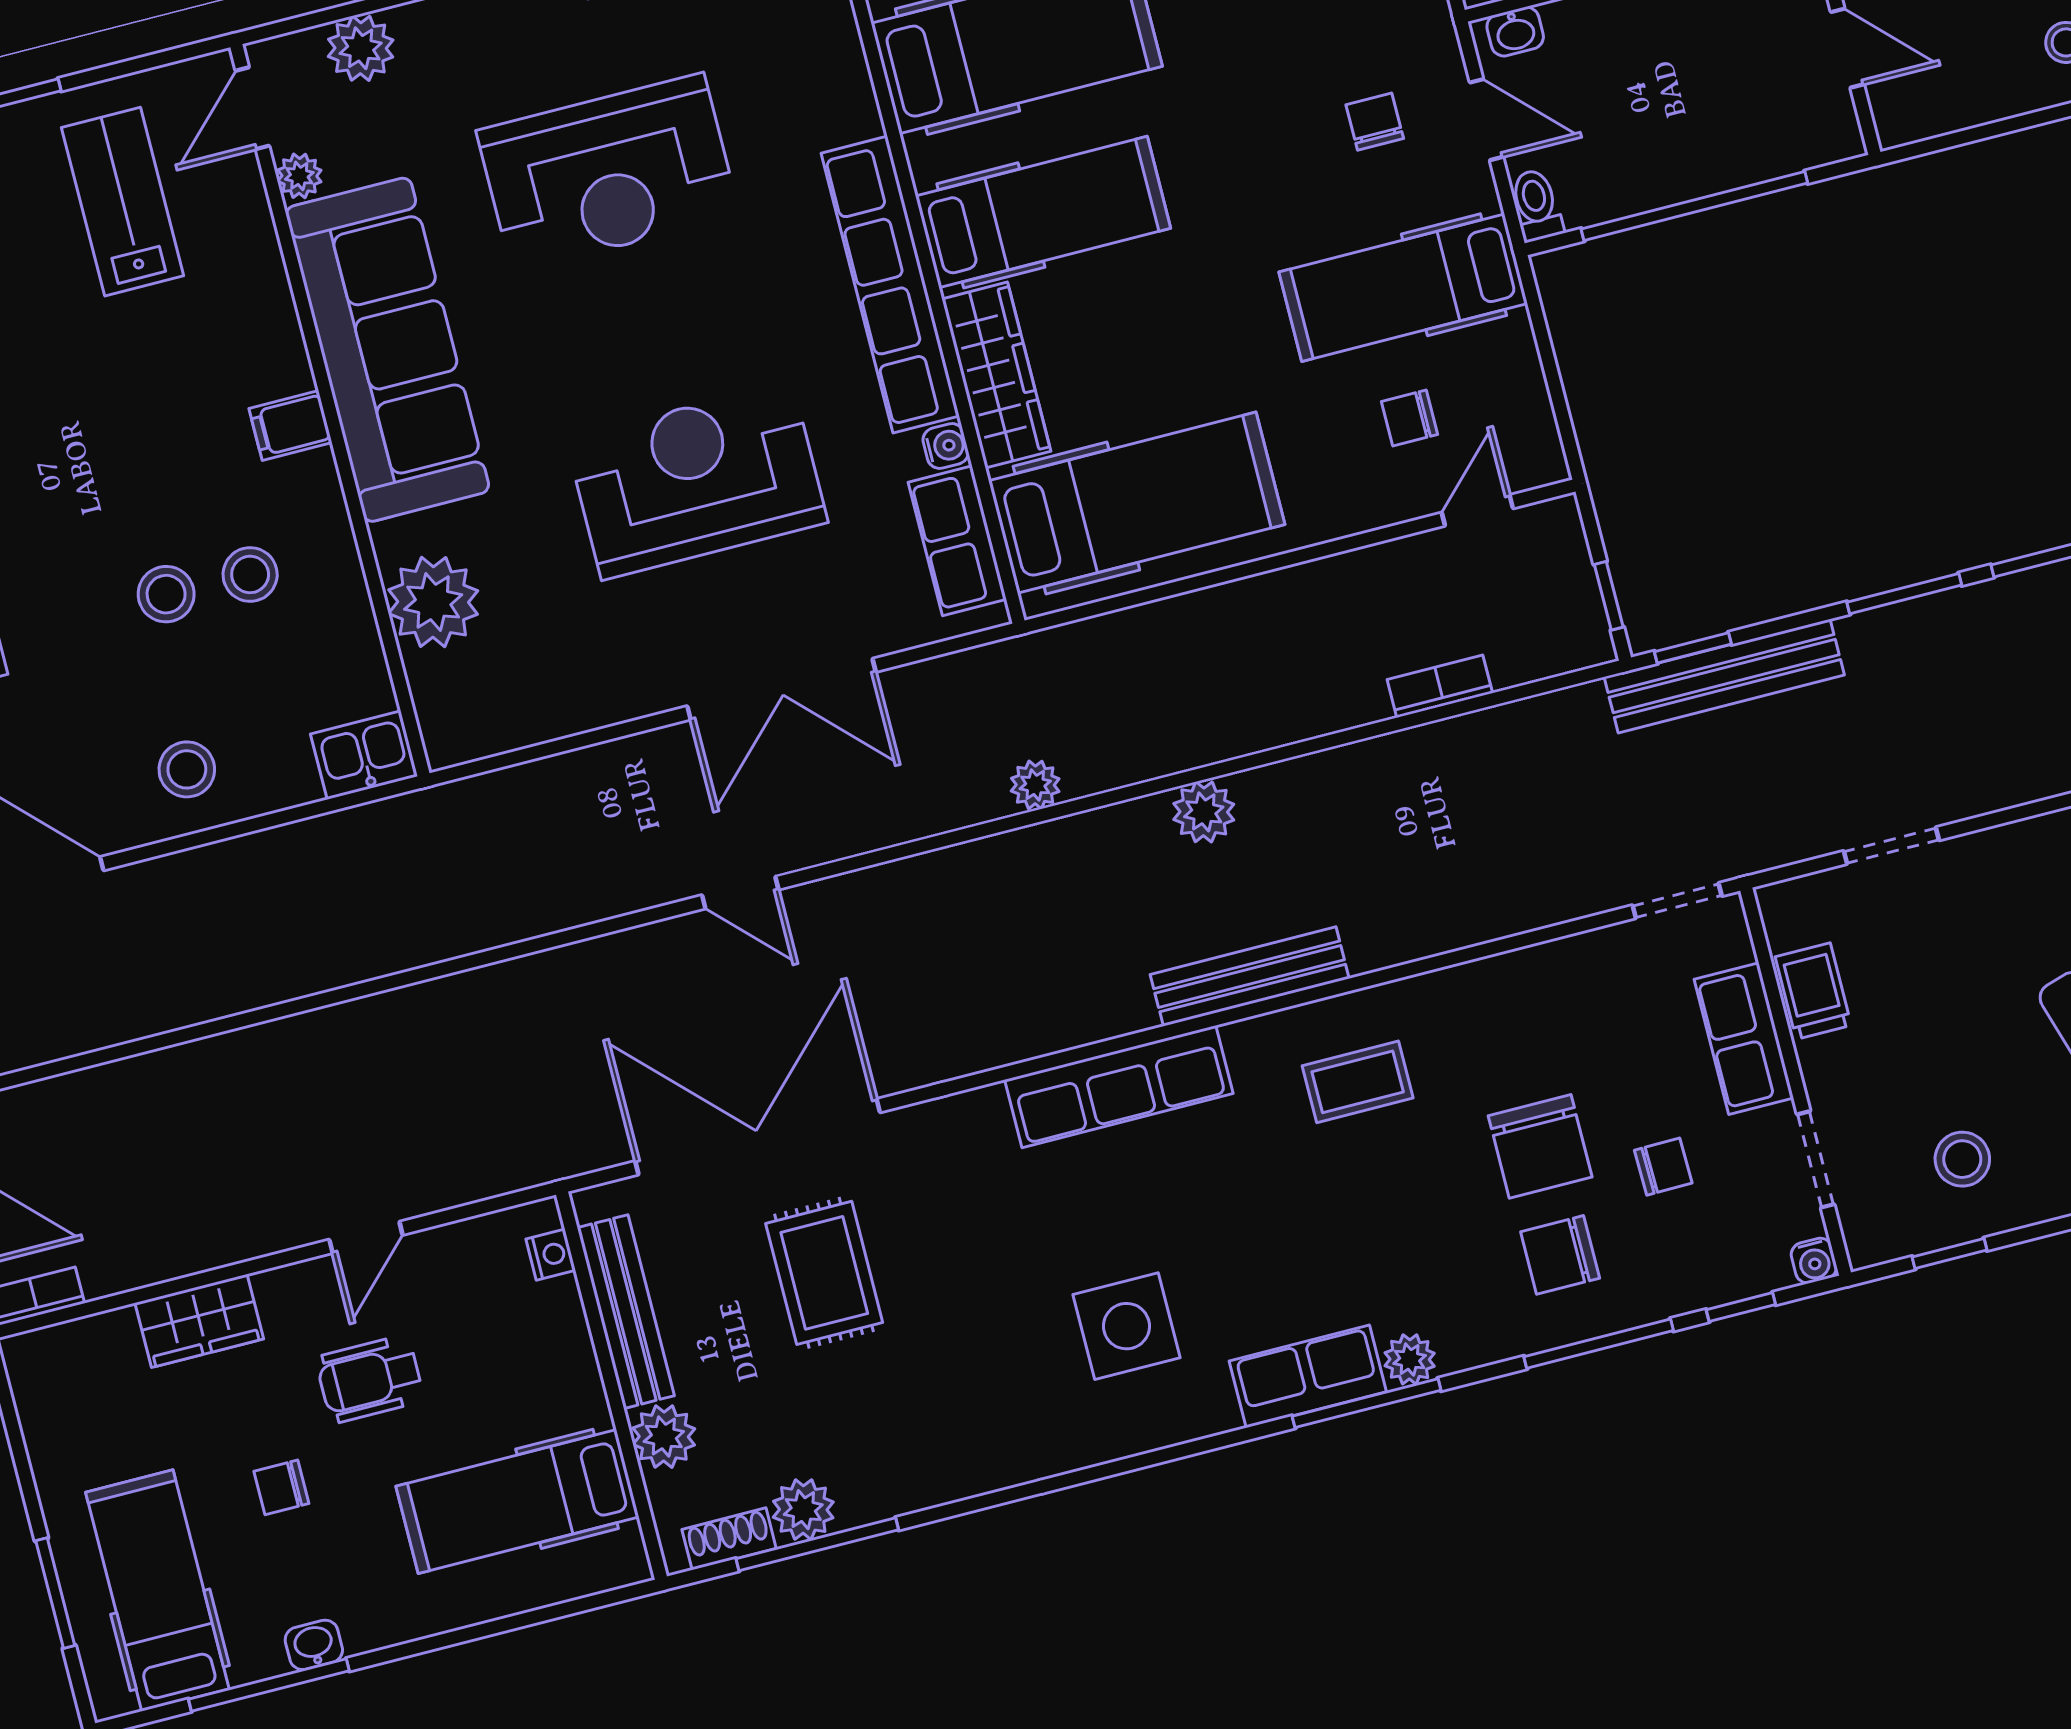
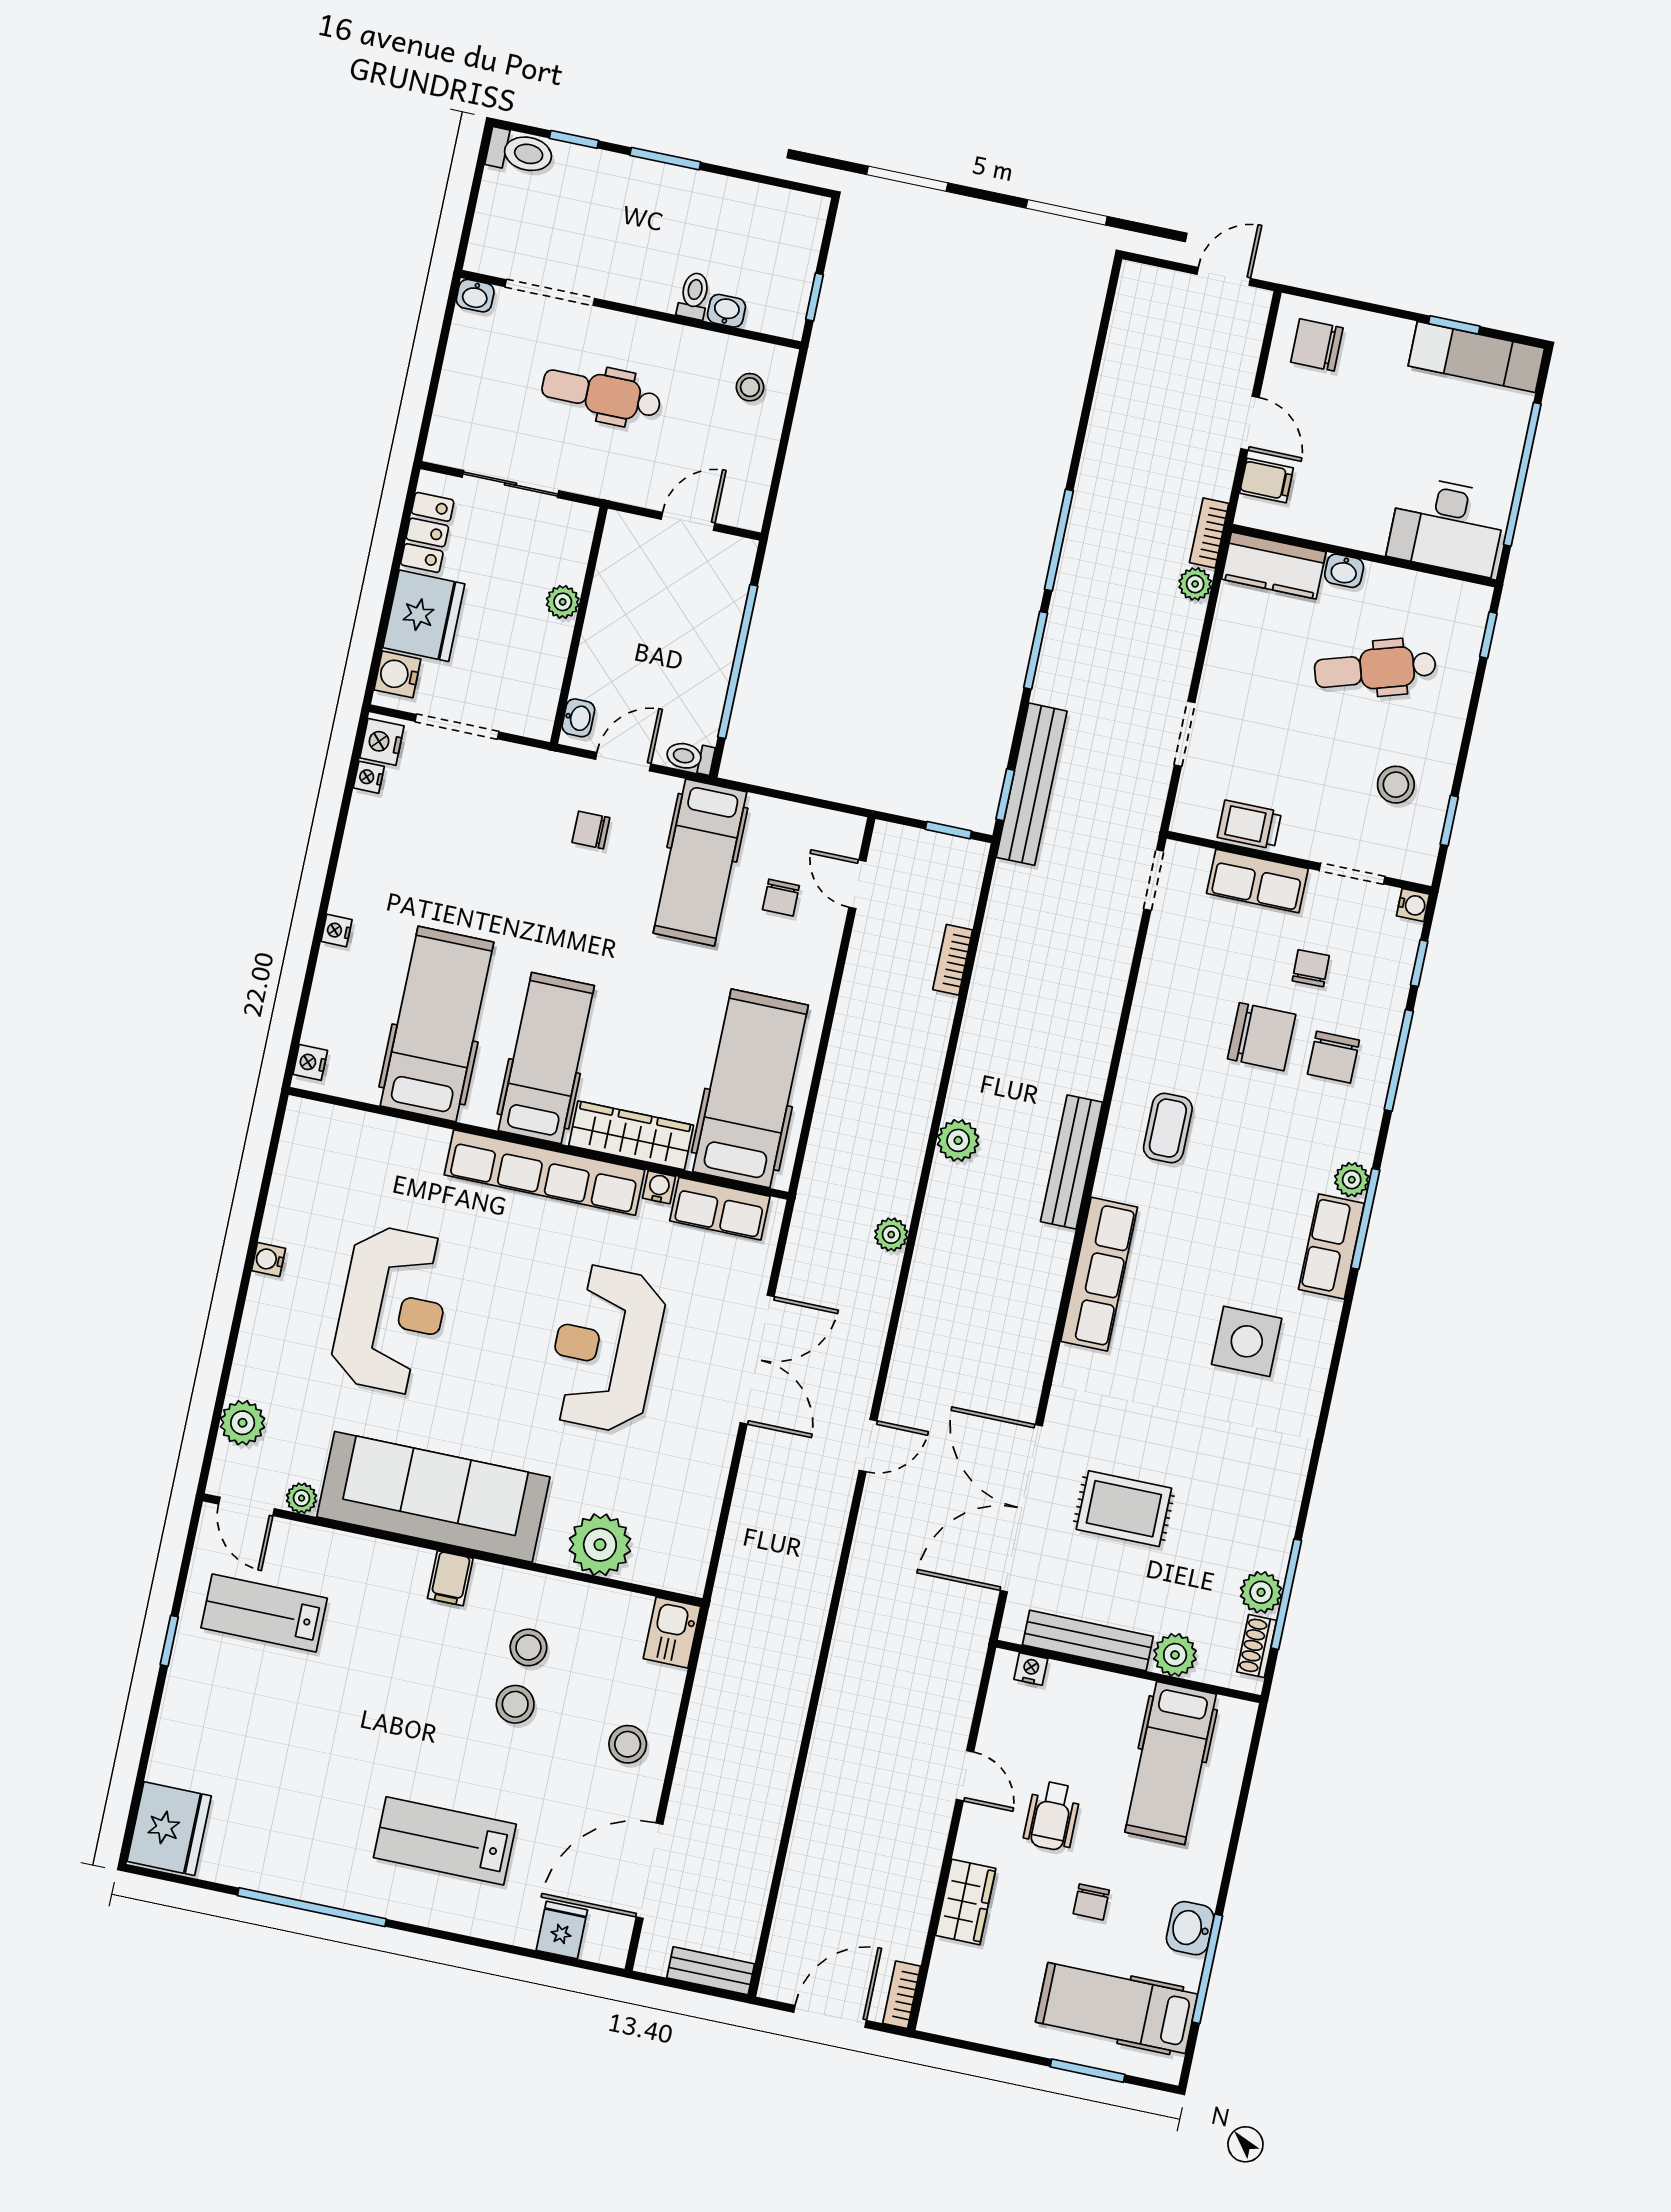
washbasin: (314, 1645) -> (1190, 1928), width x1.38, depth x1.45

